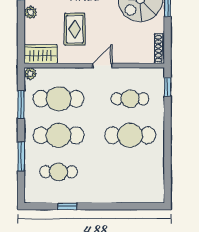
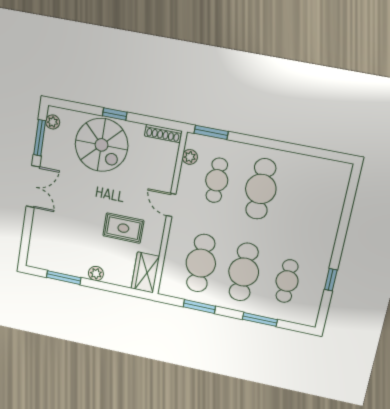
plant: (30, 74) -> (190, 157), moved
window: (168, 87) -> (211, 132), width x1.50

